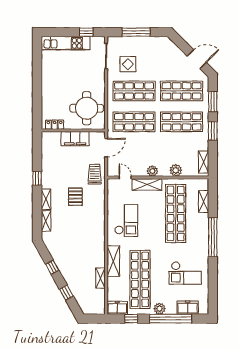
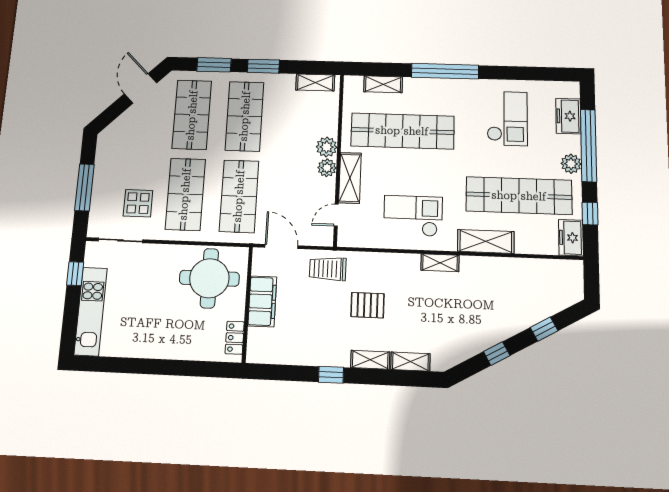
plant: (176, 170) -> (327, 147), moved
shelving: (100, 278) -> (440, 263), moved

